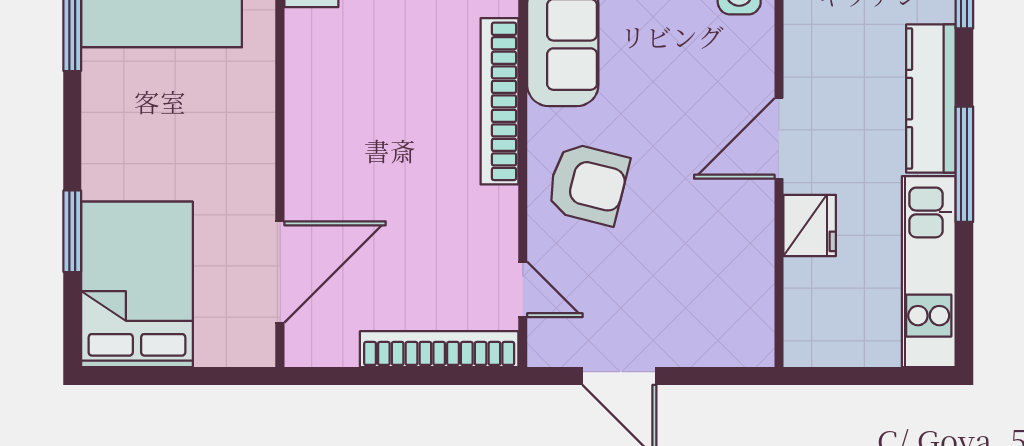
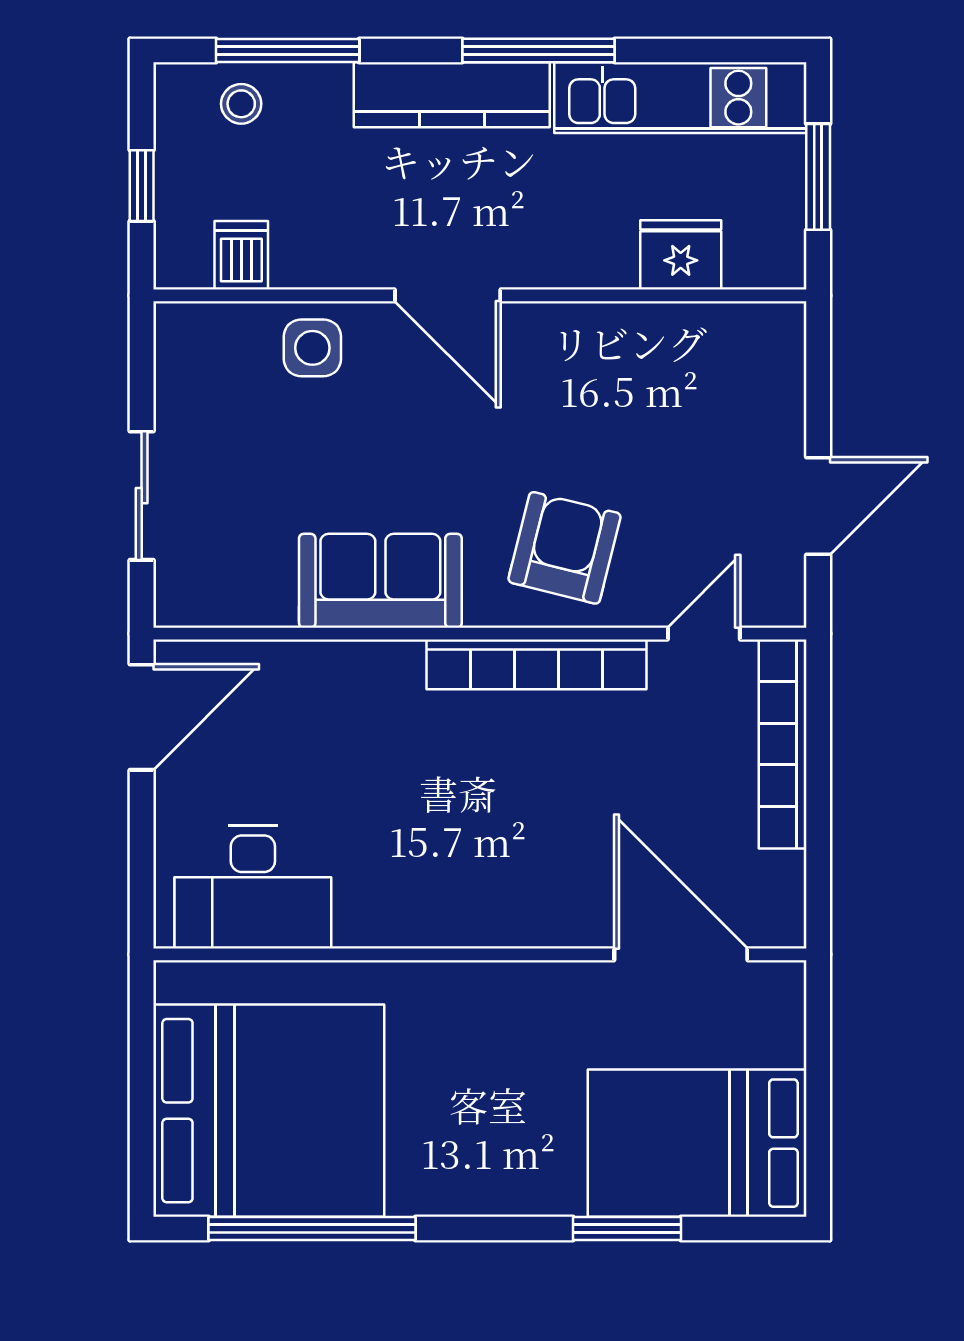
bookcase: (499, 101) -> (536, 664), moved
door: (779, 138) -> (448, 295), moved
fridge: (810, 225) -> (681, 255), moved
window: (869, 376) -> (818, 177), added

